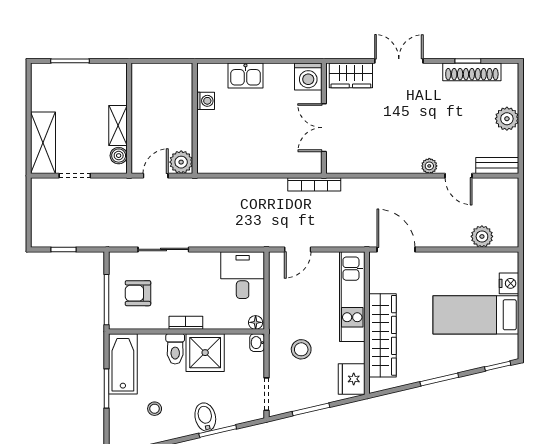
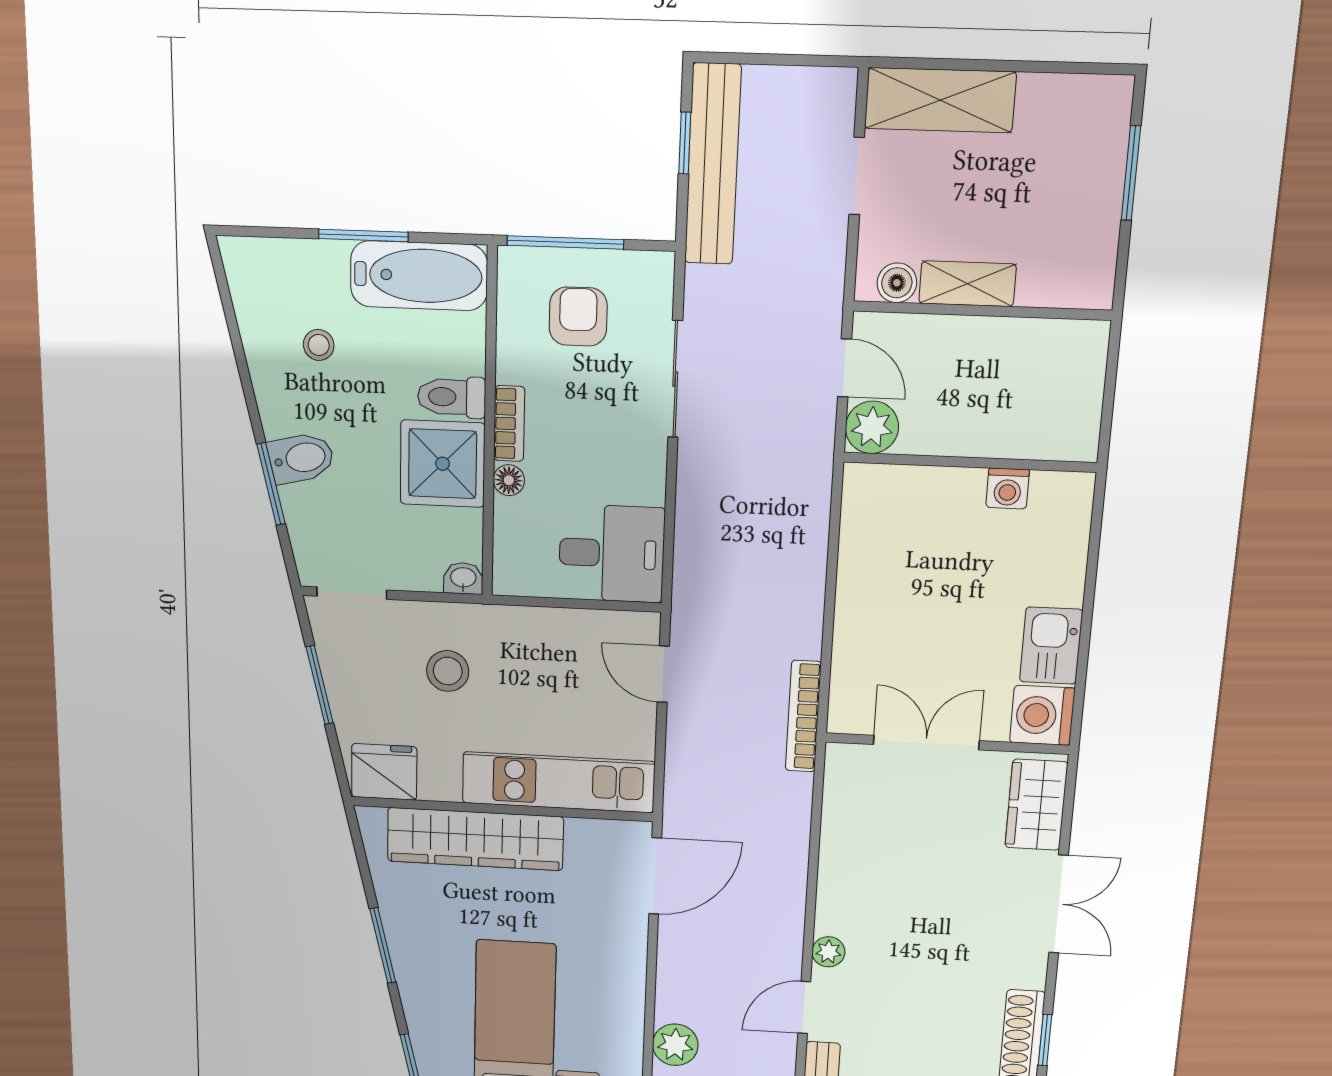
kitchen sink: (245, 76) -> (1051, 646), moved
bench: (72, 237) -> (713, 164), added
floor lamp: (256, 322) -> (509, 480), moved

